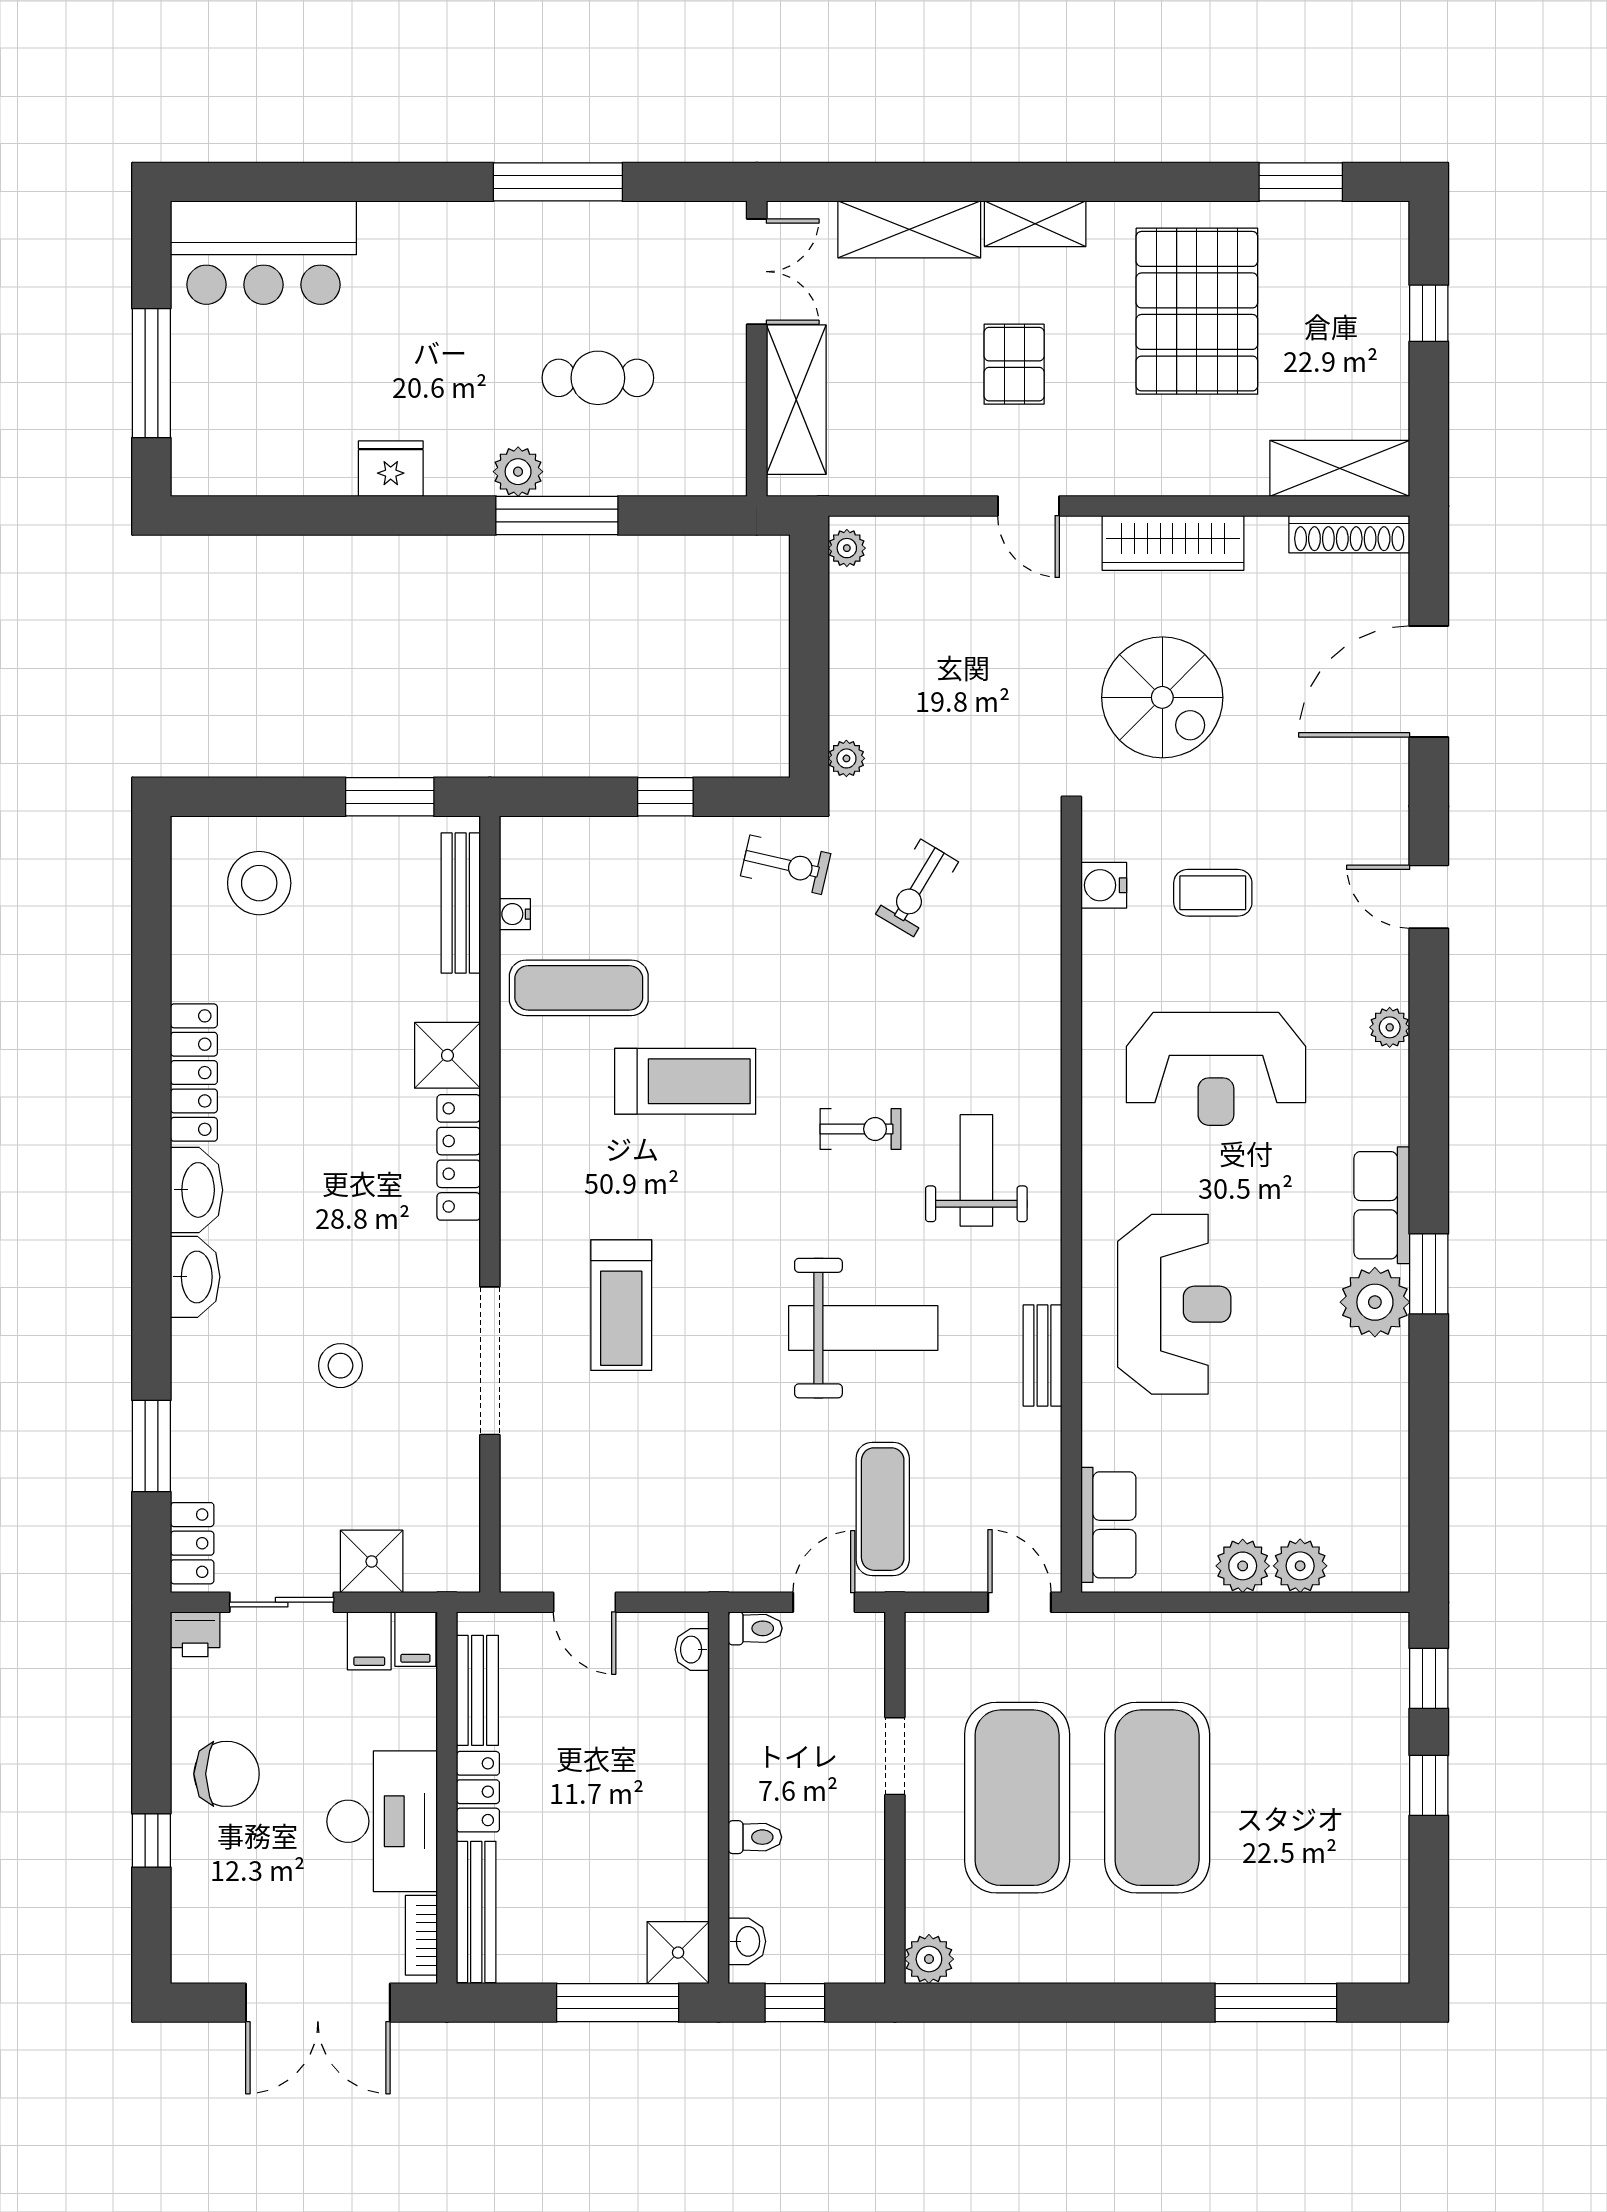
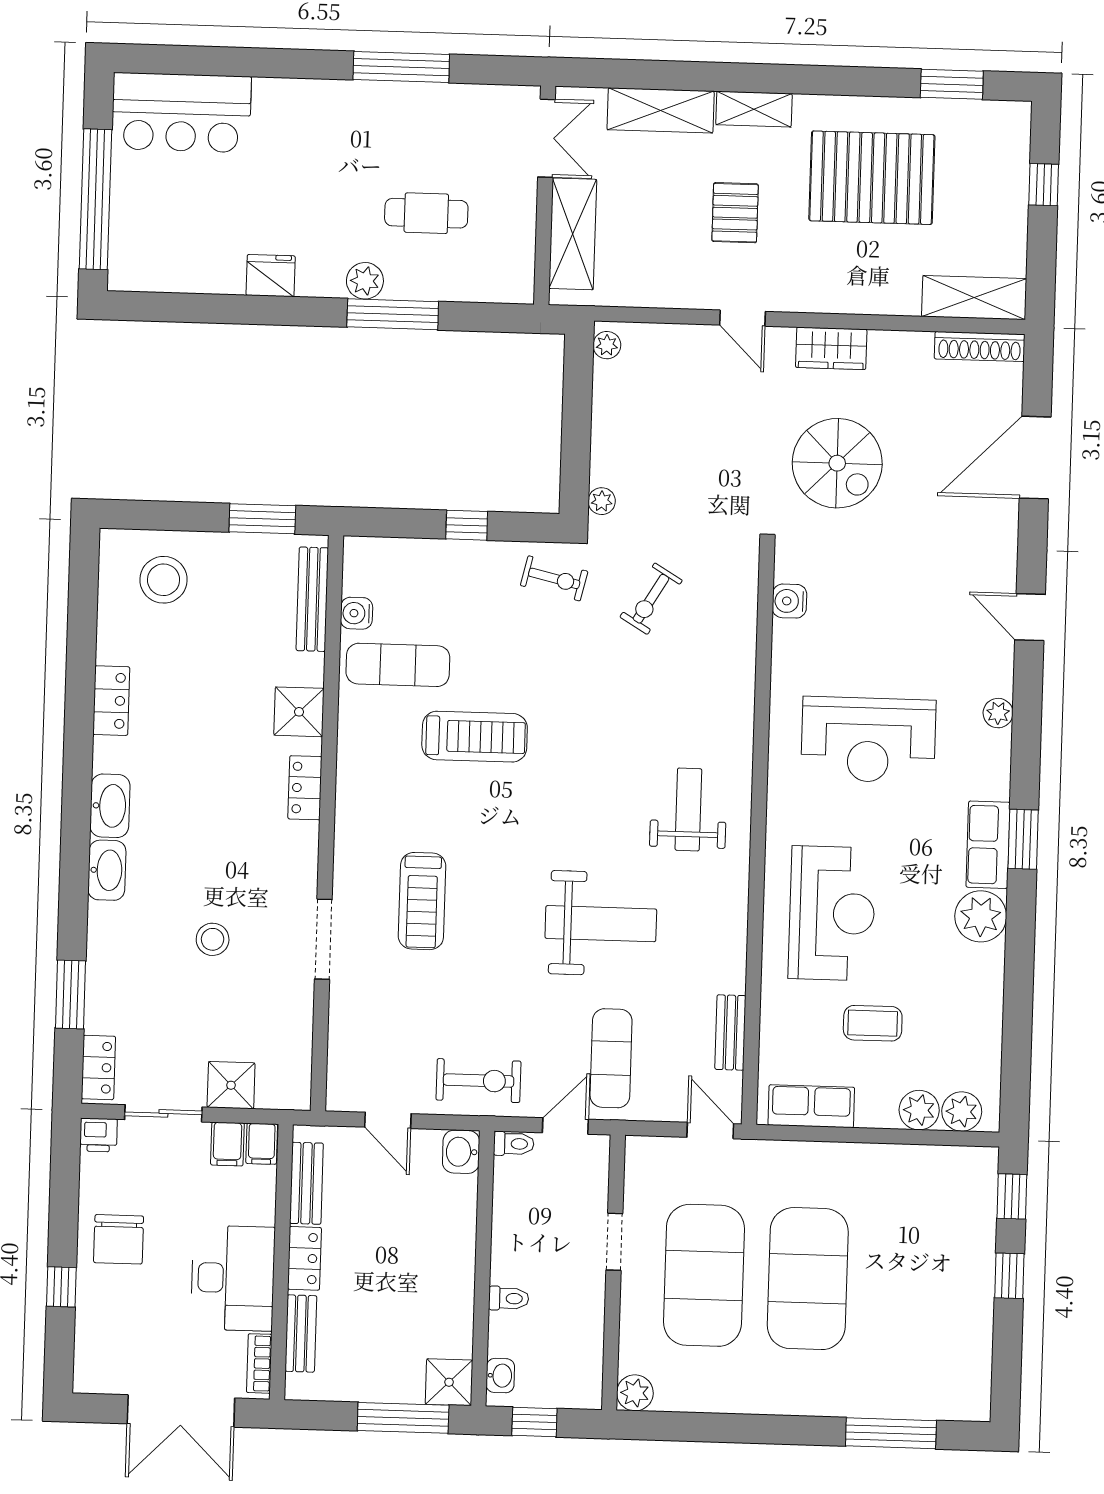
pallet: (1197, 311) -> (872, 178), turned 90
window: (151, 373) -> (95, 199), width x1.46
wardrobe: (1173, 543) -> (831, 348), width x0.67
coffee table: (1213, 893) -> (873, 1023), moved
water cooler: (515, 914) -> (356, 613), width x1.38, depth x1.38
locker: (194, 1073) -> (111, 701), width x0.66
exercise bike: (860, 1129) -> (478, 1081), moved, width x1.38, depth x1.39
locker: (459, 1157) -> (305, 788), width x0.66
window: (1429, 1274) -> (1023, 839), moved
bench: (1042, 1355) -> (730, 1032), moved
doorway: (490, 1361) -> (323, 939), width x0.73
row of seats: (1108, 1525) -> (811, 1106), moved, turned -90
plant: (1243, 1566) -> (962, 1111), moved
washbasin: (692, 1650) -> (461, 1152), width x1.38, depth x1.45
chair: (227, 1774) -> (119, 1239), turned 90
bench: (476, 1912) -> (301, 1334), width x0.73

